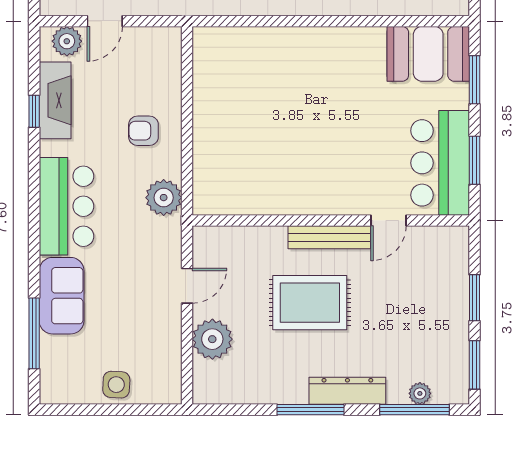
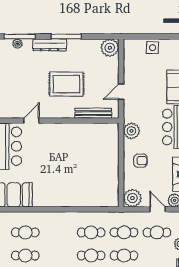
door: (105, 21) -> (158, 209), hinge flipped
plant: (162, 47) -> (132, 198), added
bench: (329, 237) -> (93, 113), moved
plant: (212, 339) -> (110, 48), moved

